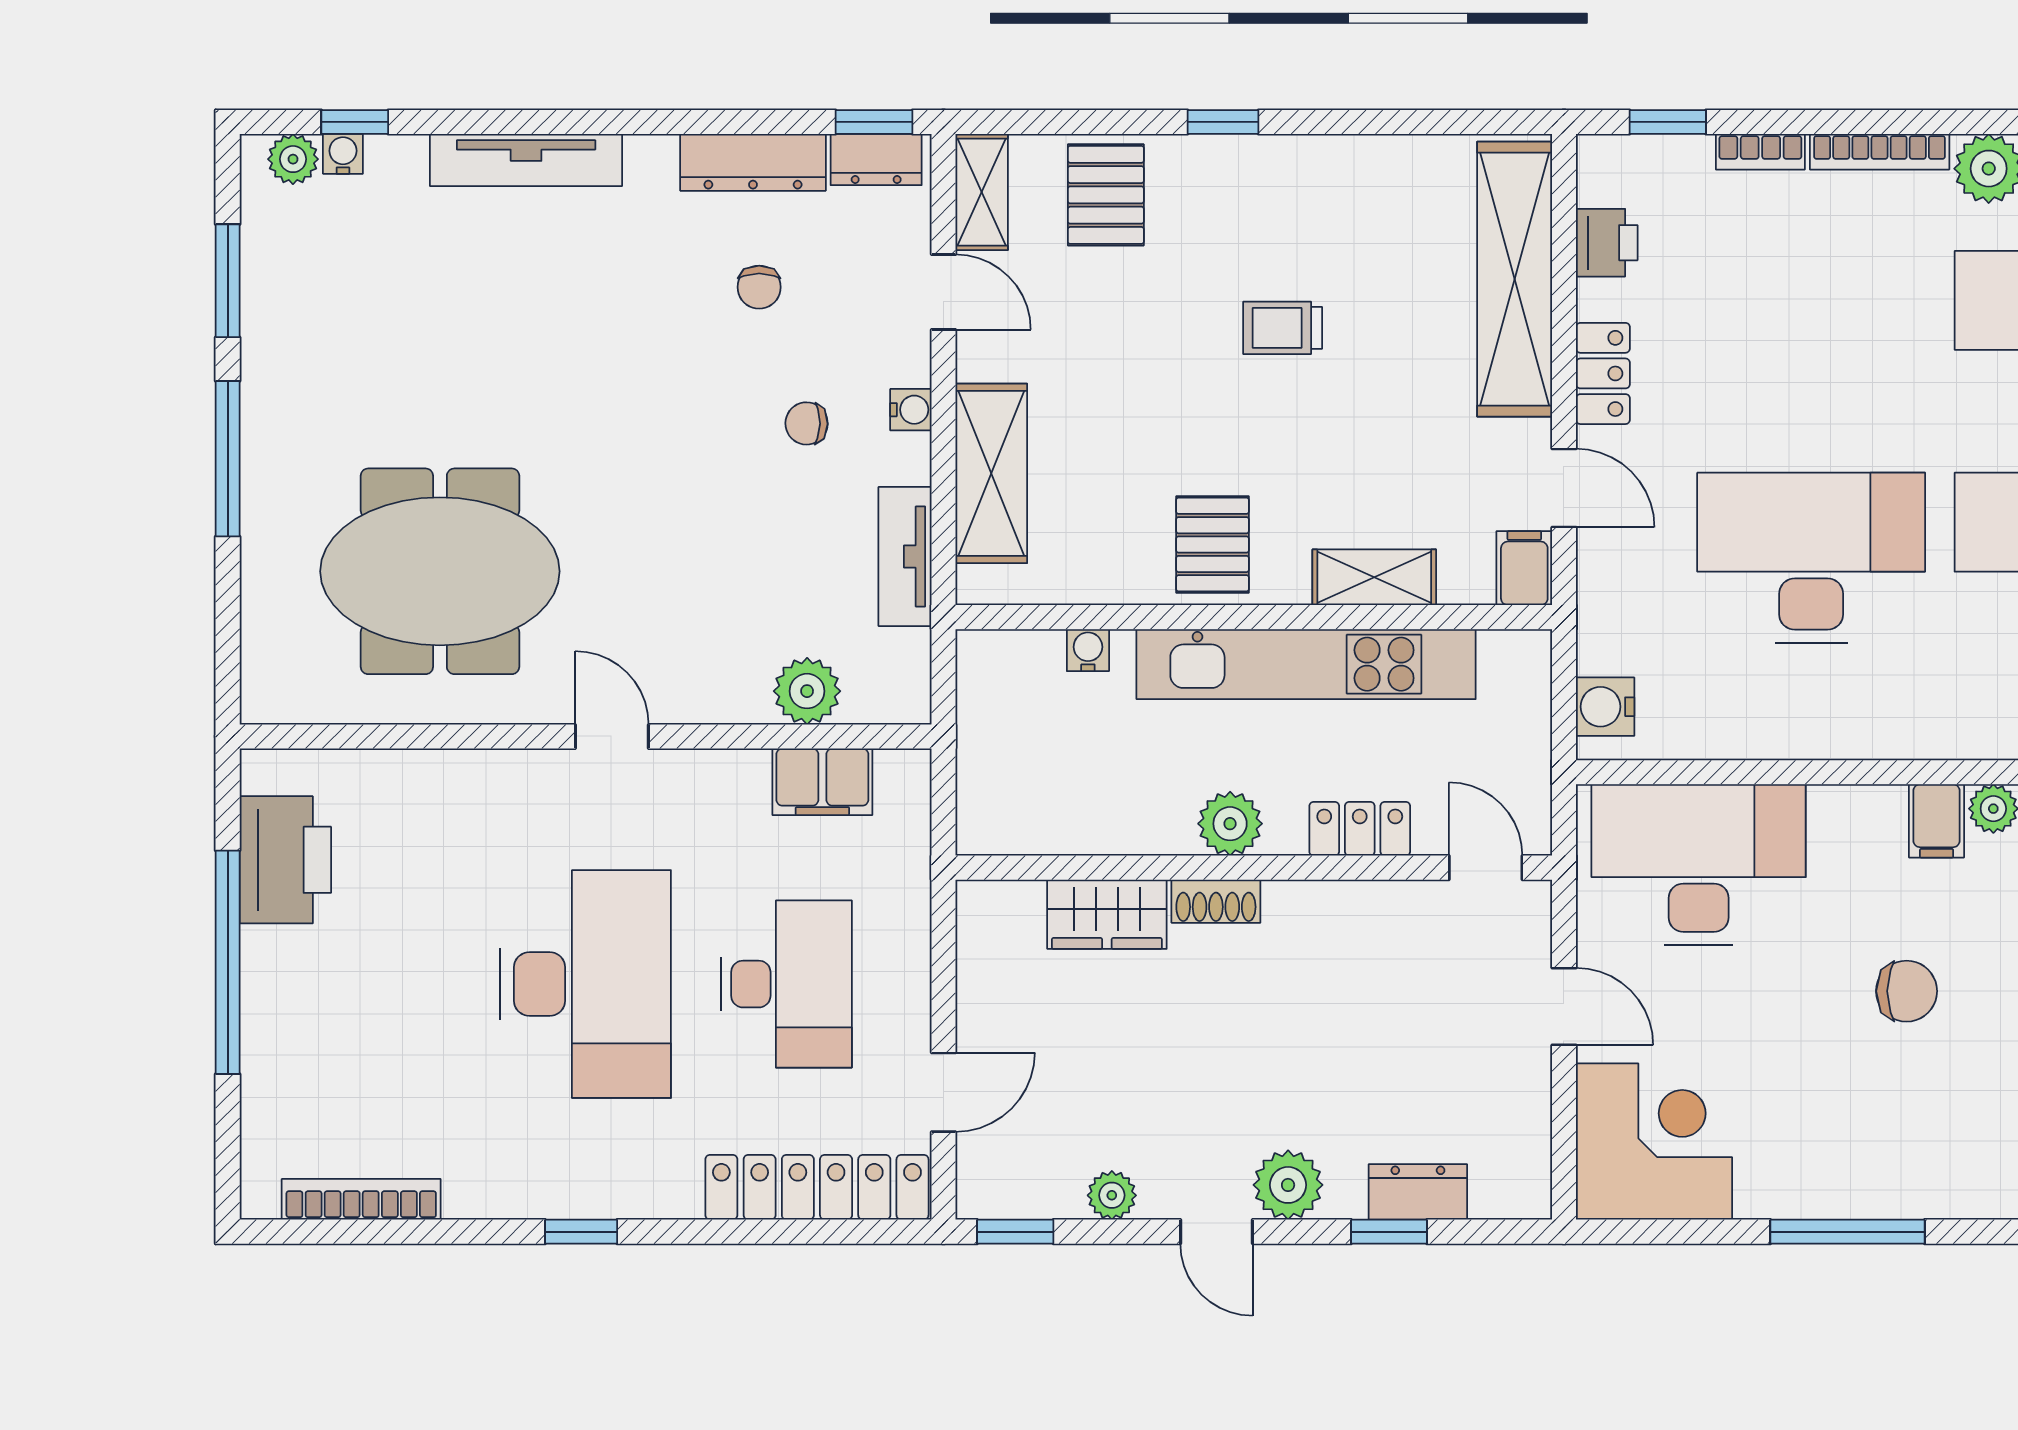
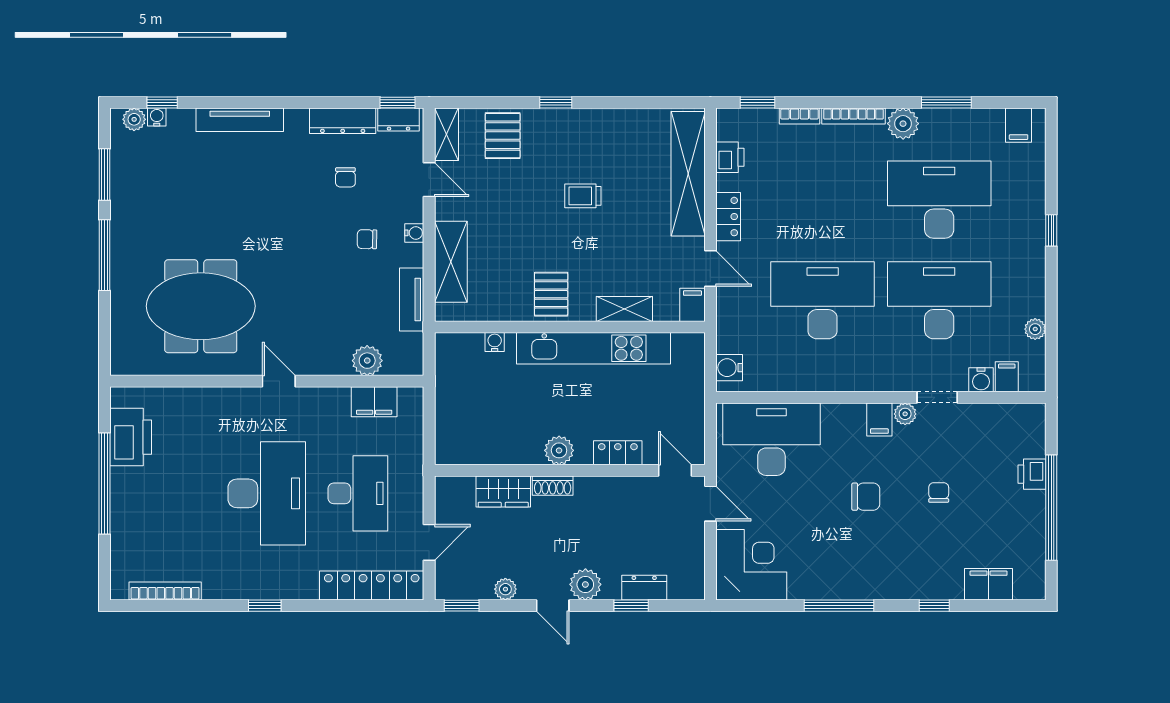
plant: (1230, 824) -> (559, 450), moved
locker: (1360, 829) -> (618, 453), moved
wall: (1254, 868) -> (570, 470), moved
door: (1486, 868) -> (675, 470), moved
shoe rack: (1216, 901) -> (553, 486), moved
wardrobe: (1107, 914) -> (503, 492), moved

